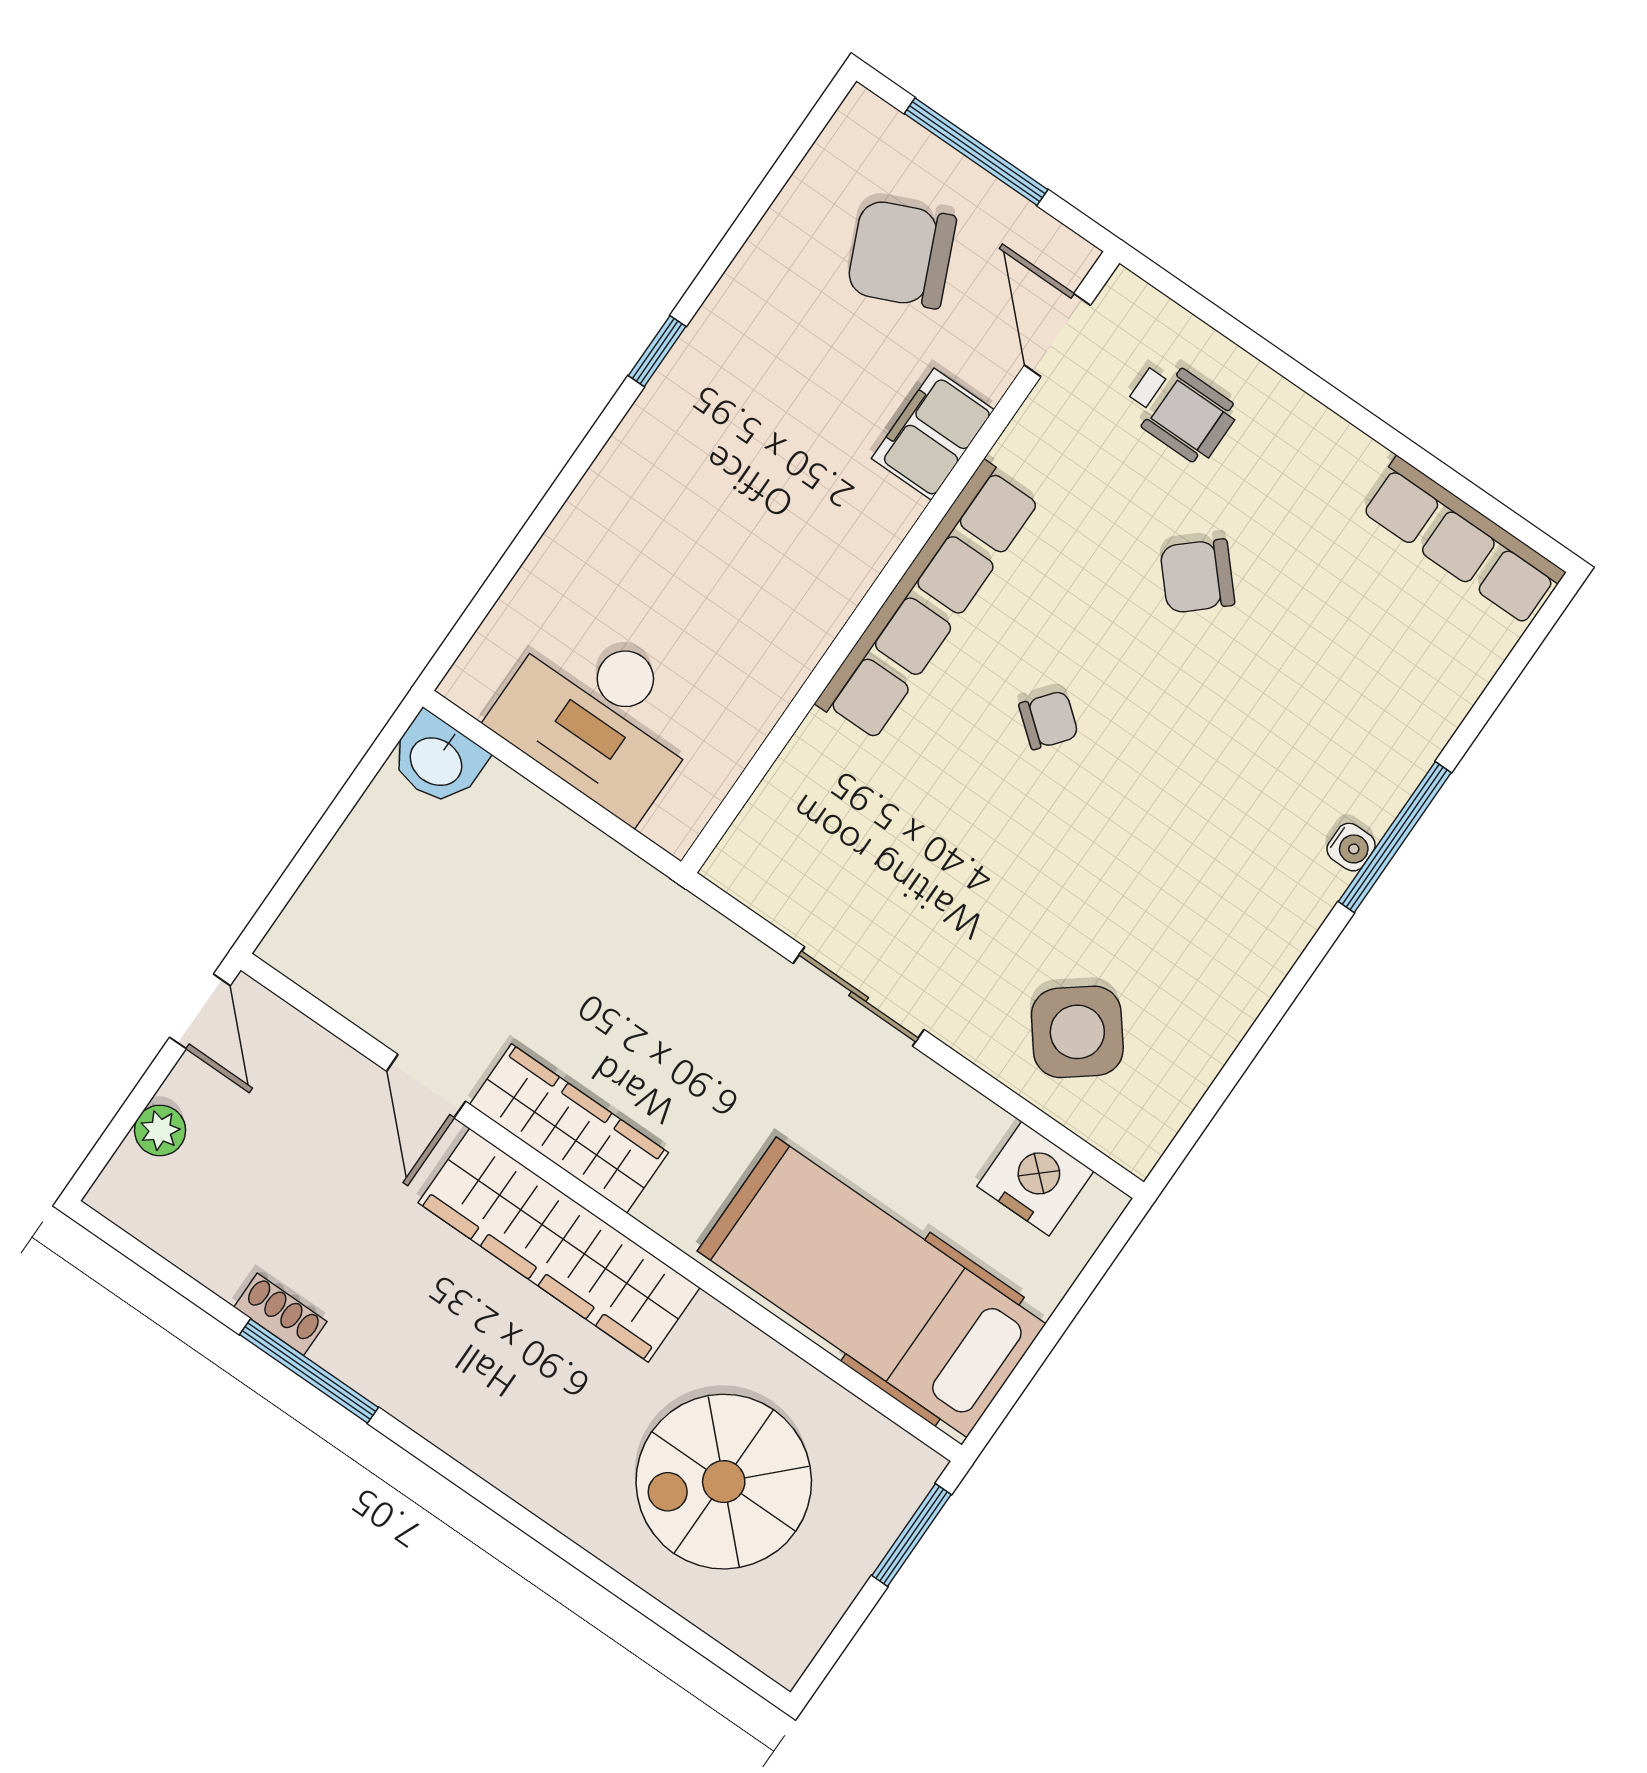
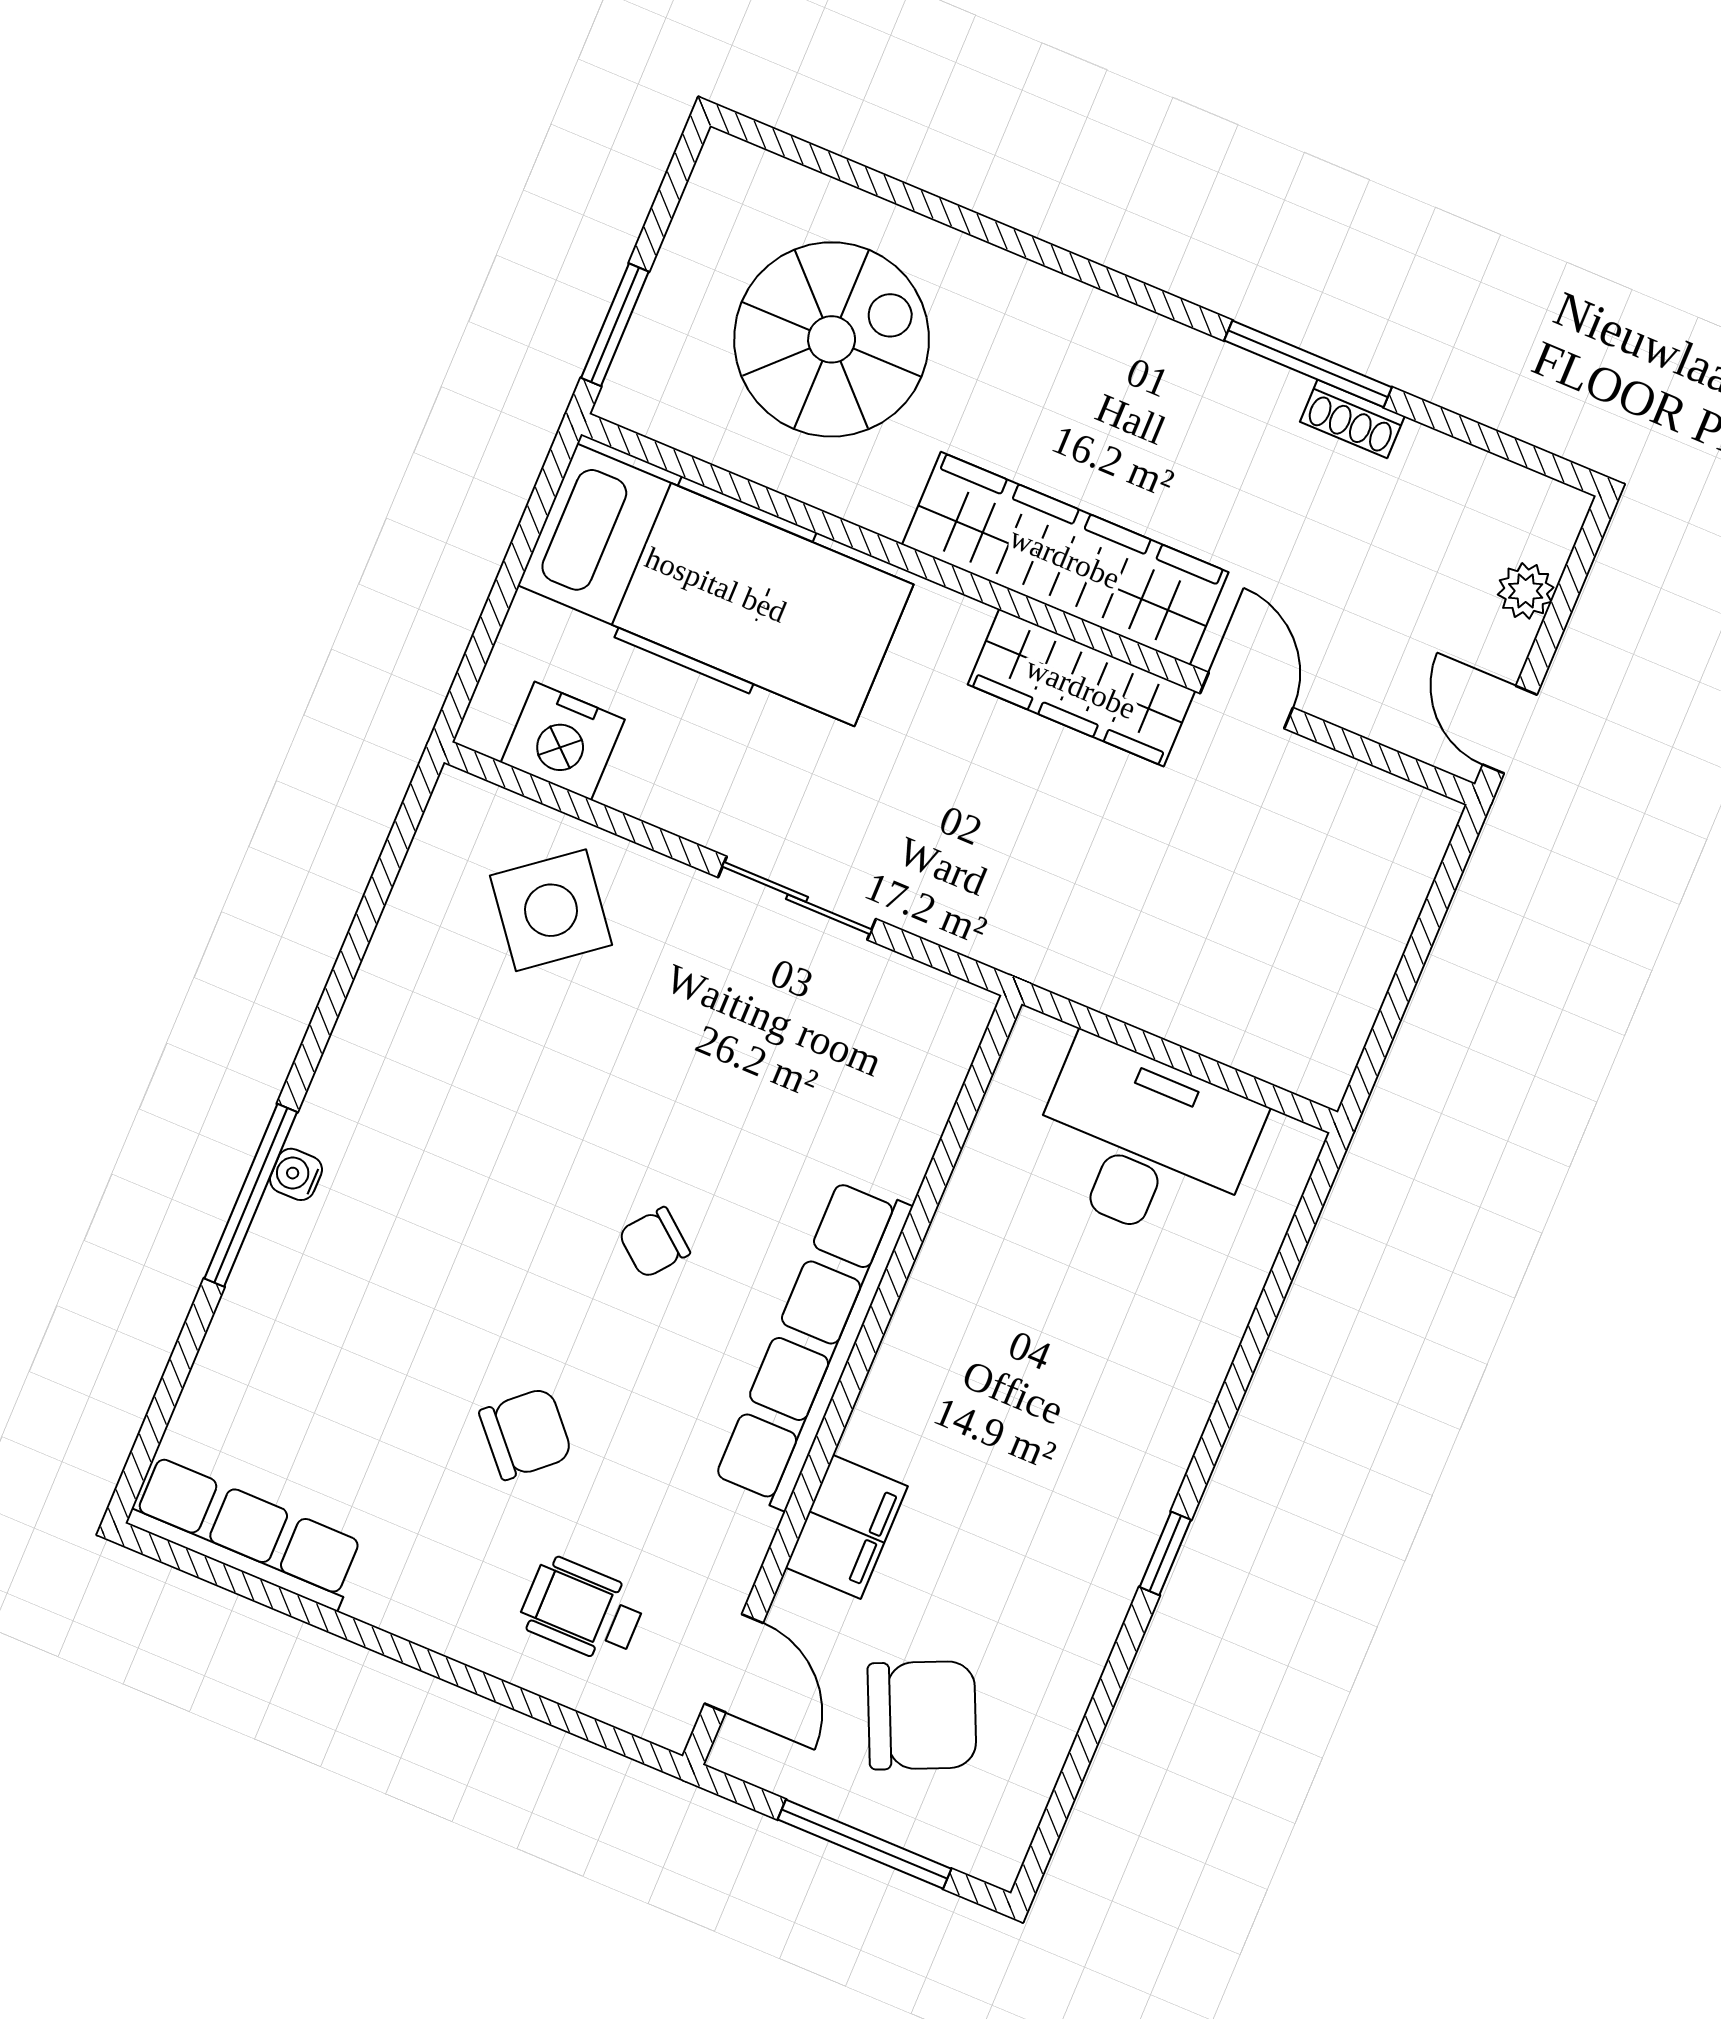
washbasin: (437, 760) -> (1310, 1058), removed

